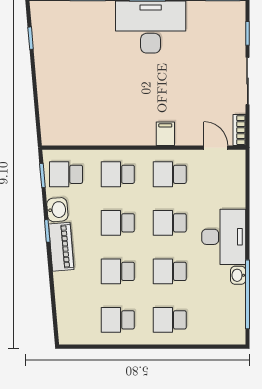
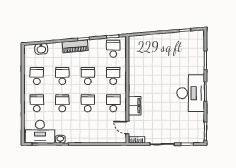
filing cabinet: (165, 134) -> (135, 106), width x2.00
door: (216, 148) -> (127, 128), swing flipped
washbasin: (57, 210) -> (41, 49), moved
desk: (224, 237) -> (40, 132), moved

